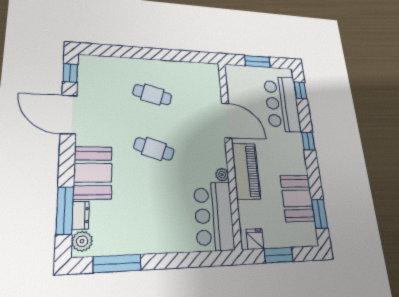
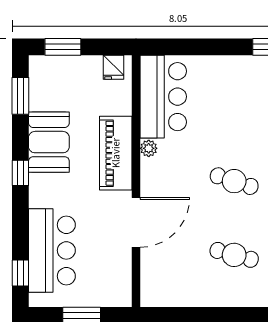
door: (227, 120) -> (136, 222), swing flipped
window: (308, 141) -> (20, 173), moved
booth: (297, 198) -> (49, 142), moved
window: (279, 255) -> (63, 47), moved

